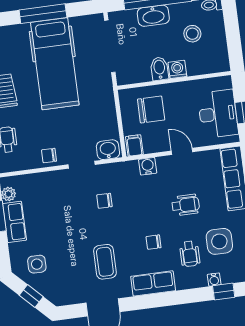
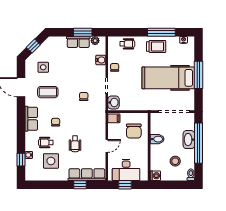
washing machine: (177, 69) -> (155, 176), moved
water cooler: (148, 166) -> (101, 60), moved
side table: (37, 264) -> (43, 67), moved

